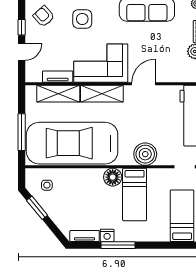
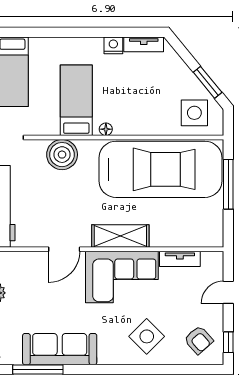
side table: (82, 19) -> (147, 336), turned 45
window: (22, 27) -> (228, 342), moved
shelving: (58, 94) -> (179, 236), removed
floor lamp: (113, 177) -> (106, 129), width x0.53, depth x0.53
side table: (47, 185) -> (194, 113), width x1.87, depth x1.87
window: (118, 245) -> (99, 32), removed

